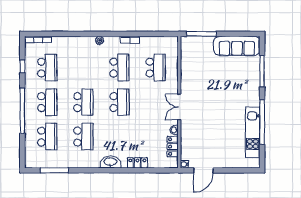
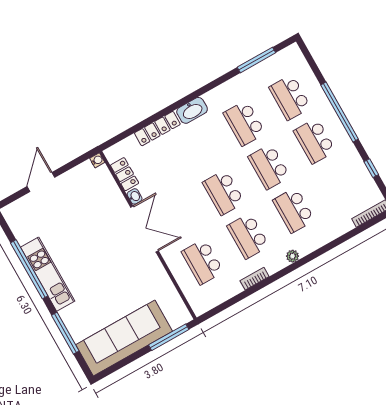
sofa: (237, 46) -> (124, 338), width x1.36, depth x1.27
school desk: (47, 68) -> (294, 210), moved
double door: (179, 107) -> (144, 229), width x1.37
kitchen unit: (253, 132) -> (48, 274), moved
locker: (137, 163) -> (157, 129), width x1.53
door: (203, 170) -> (41, 182), moved

